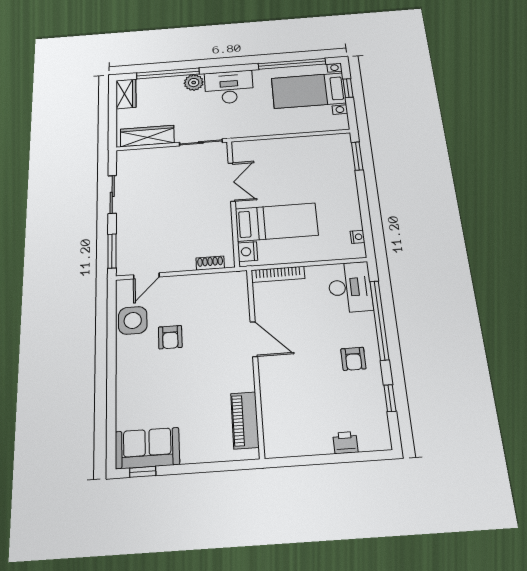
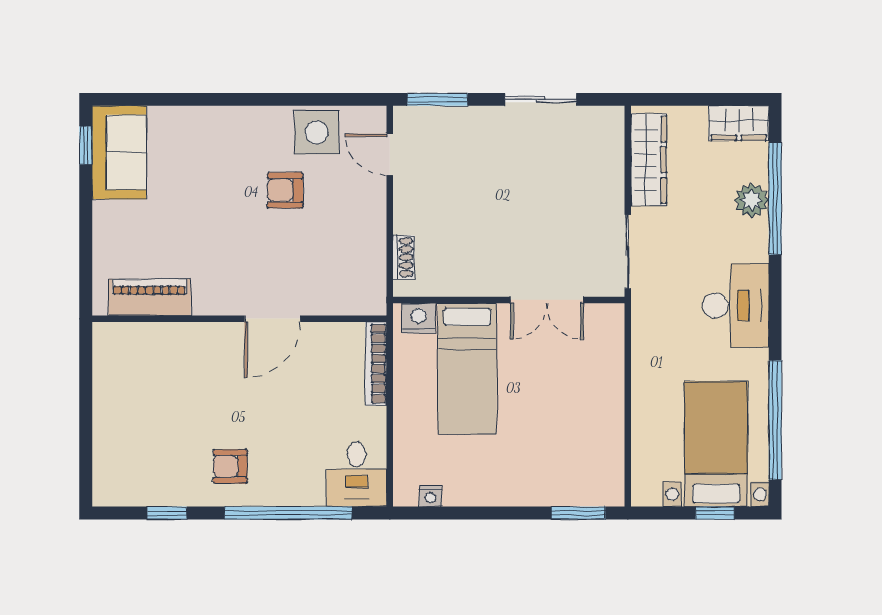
plant: (194, 83) -> (752, 200), moved
desk: (350, 287) -> (357, 474), width x0.73
printer: (345, 443) -> (107, 440), removed

